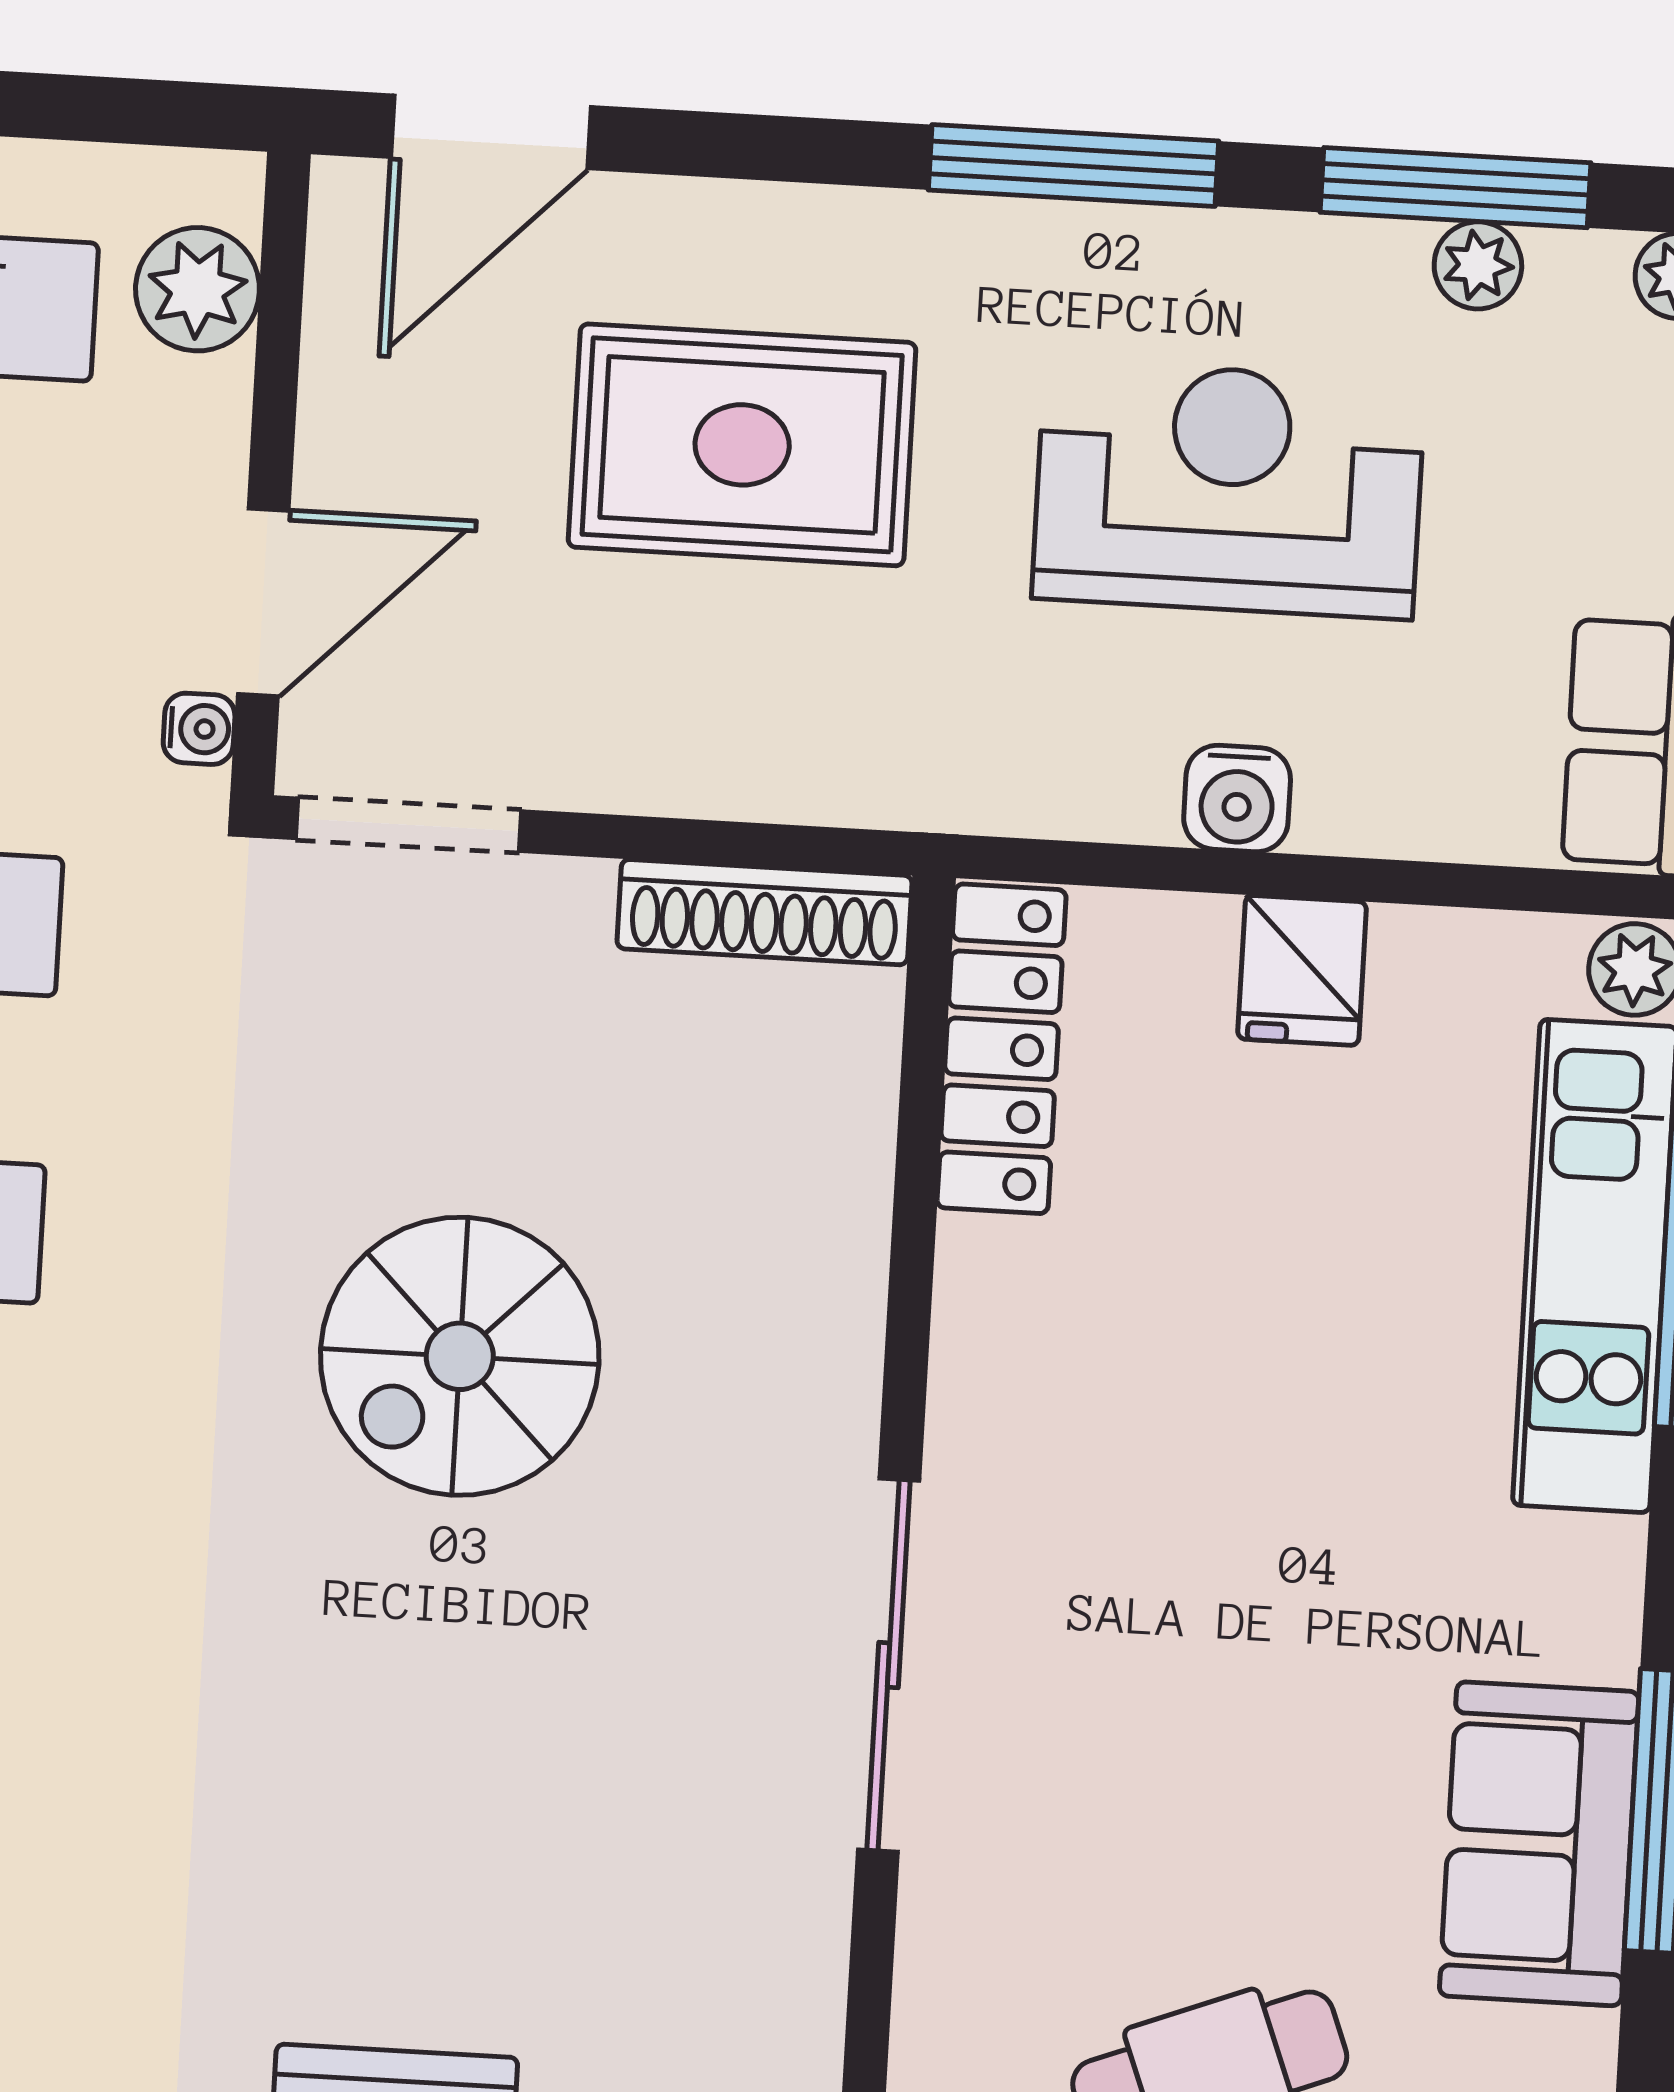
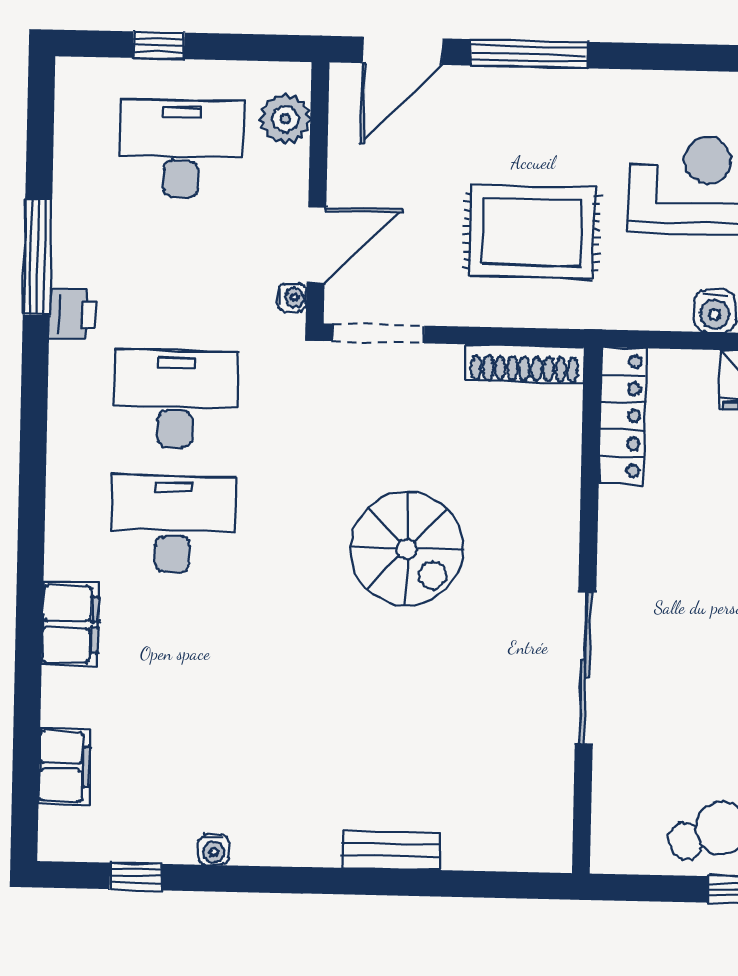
window: (1074, 166) -> (529, 54), moved
rug: (742, 445) -> (532, 232), moved
spiral stairs: (460, 1356) -> (407, 549), turned -90

